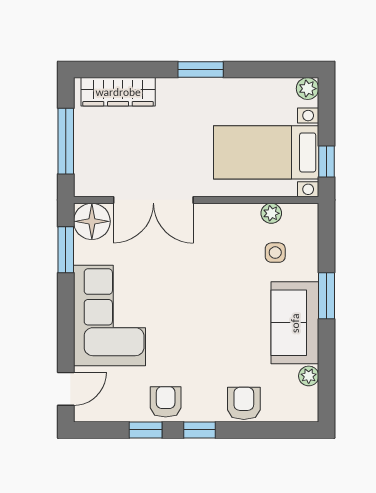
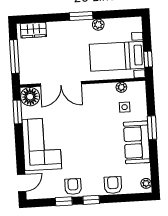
plant: (308, 89) -> (98, 25), moved
wardrobe: (118, 92) -> (33, 30), width x0.67
plant: (309, 376) -> (146, 183), moved

